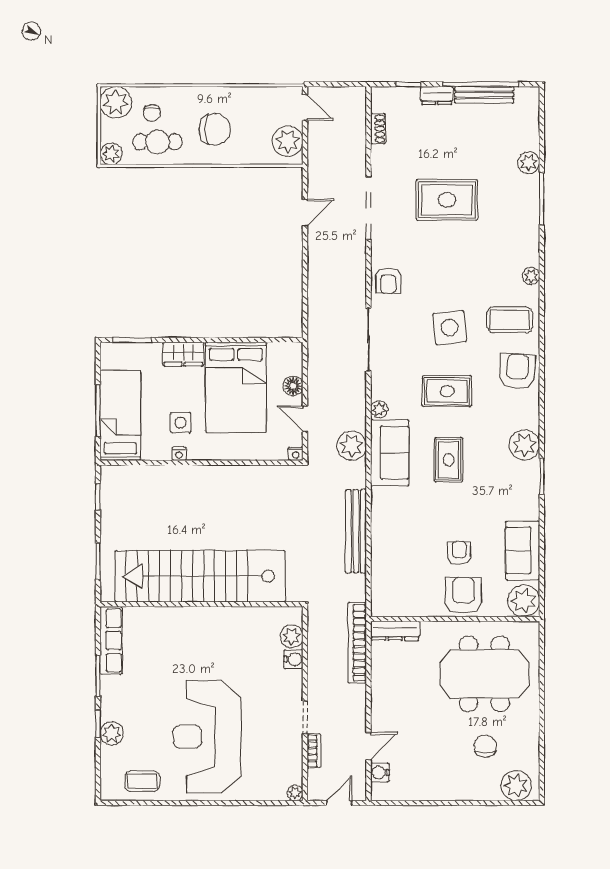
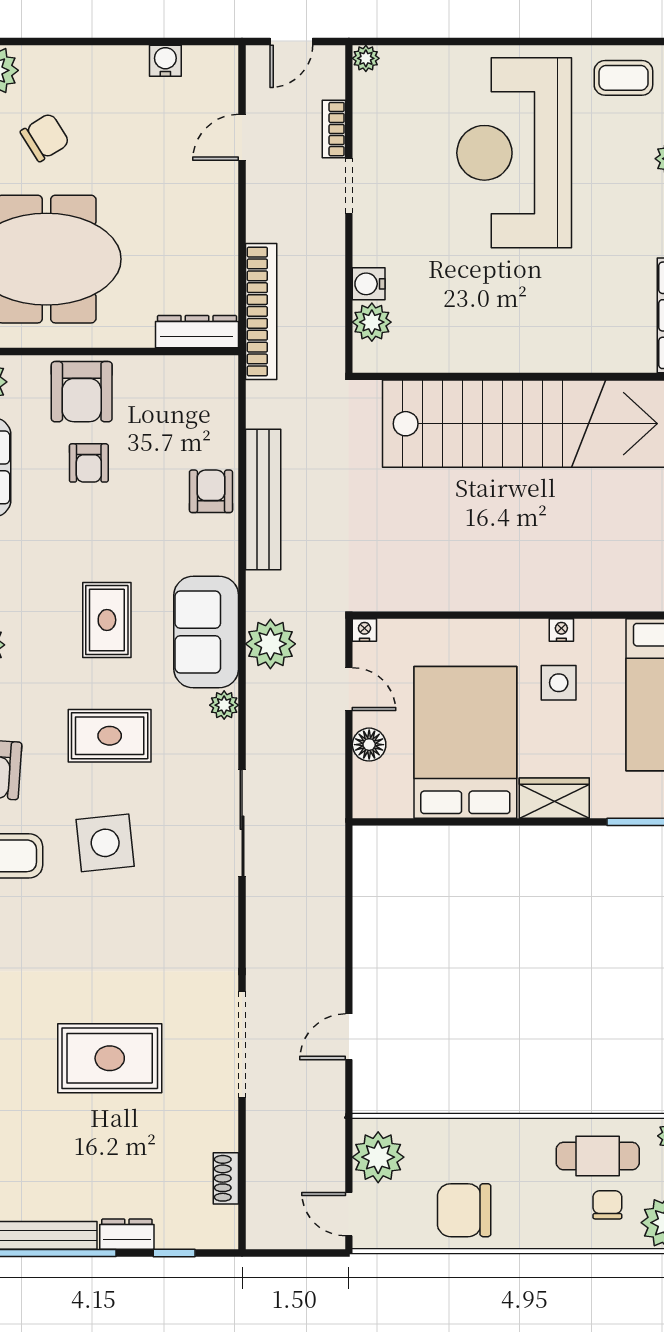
chair: (215, 129) -> (464, 1210), moved
armchair: (388, 281) -> (211, 491), moved
reception desk: (207, 737) -> (514, 153), turned 180
chair: (485, 746) -> (45, 137), turned -122
water cooler: (380, 773) -> (165, 61), moved, turned -90

